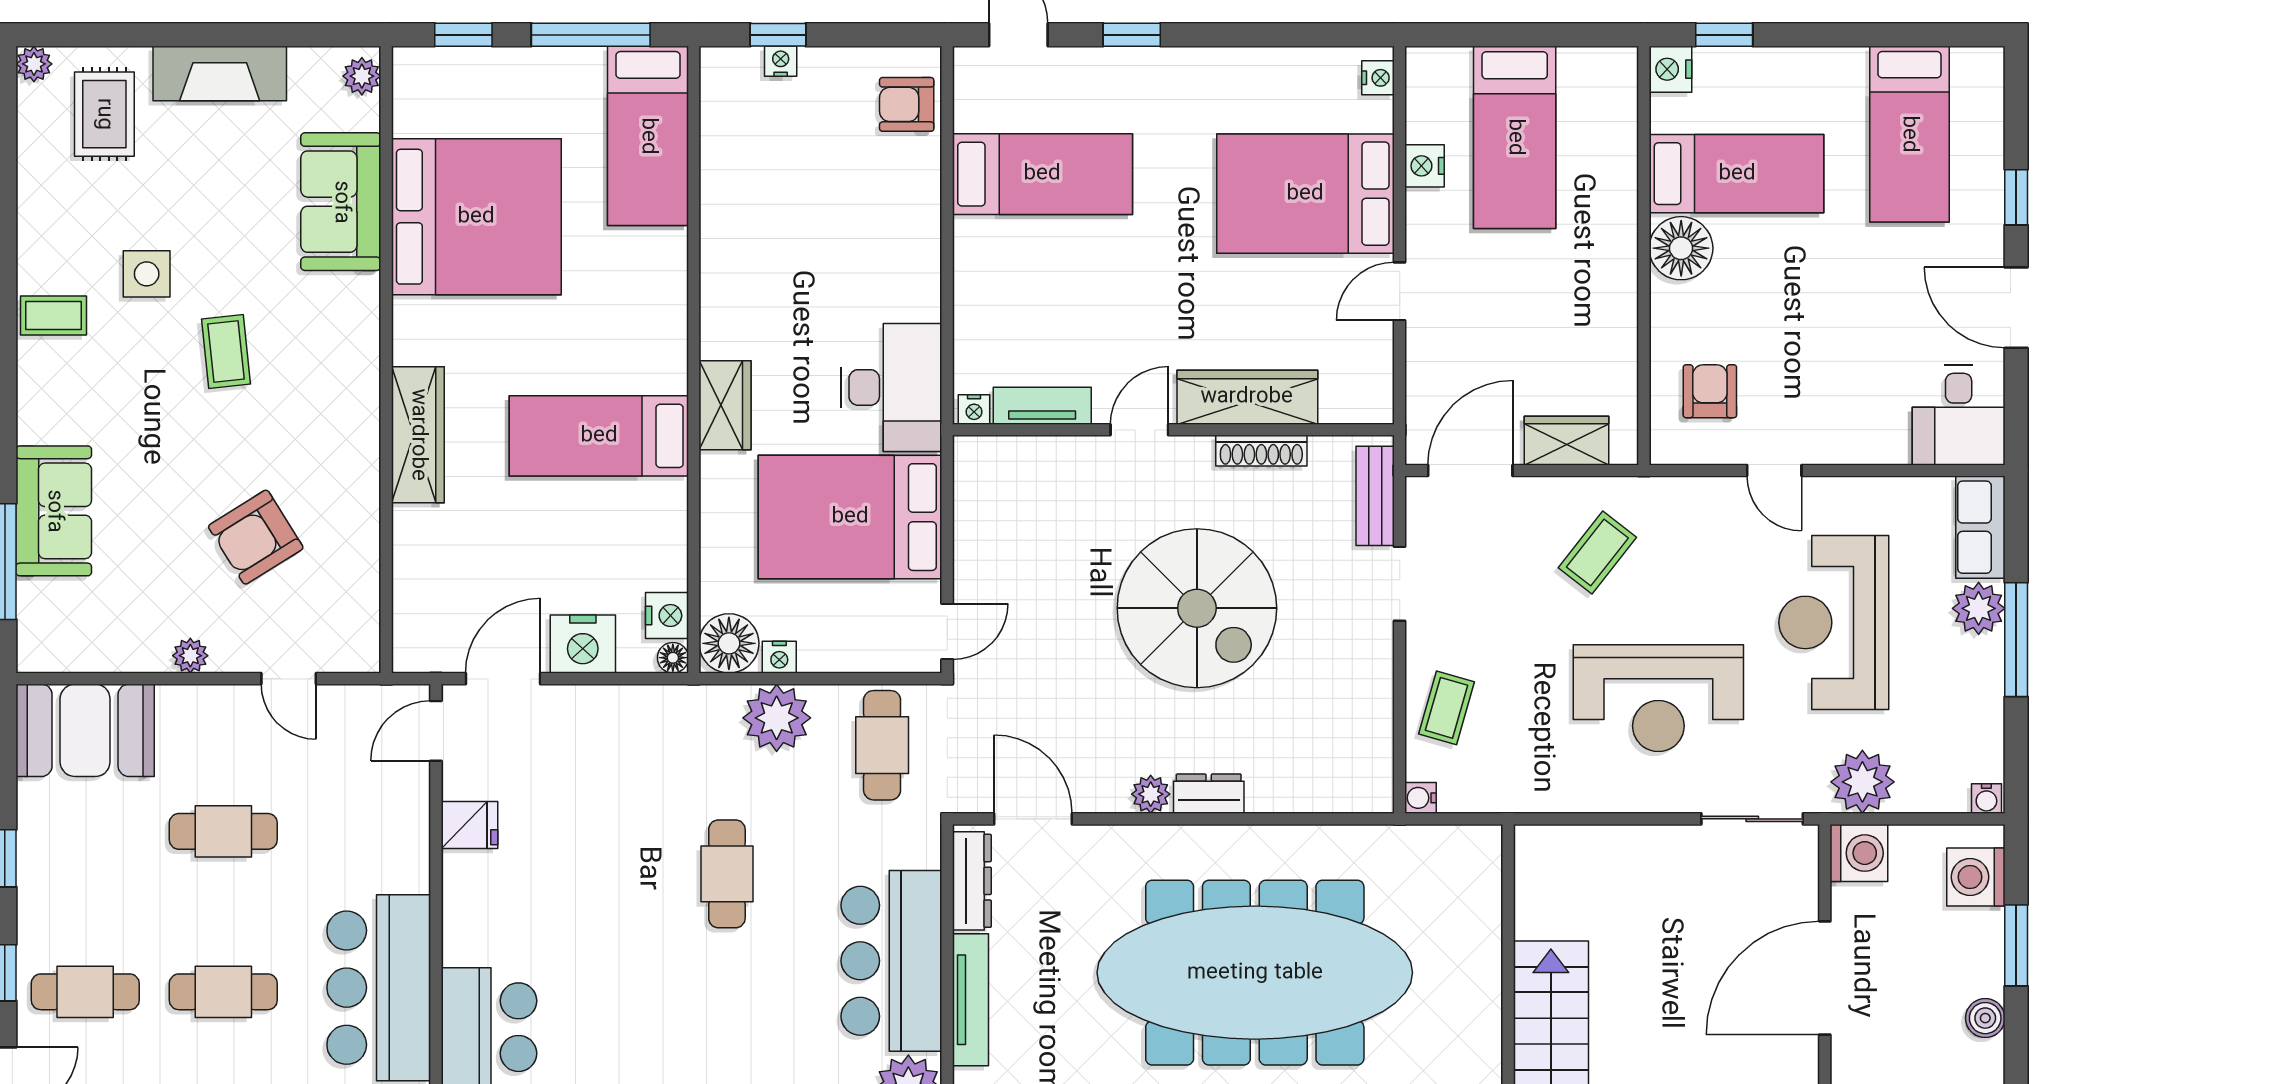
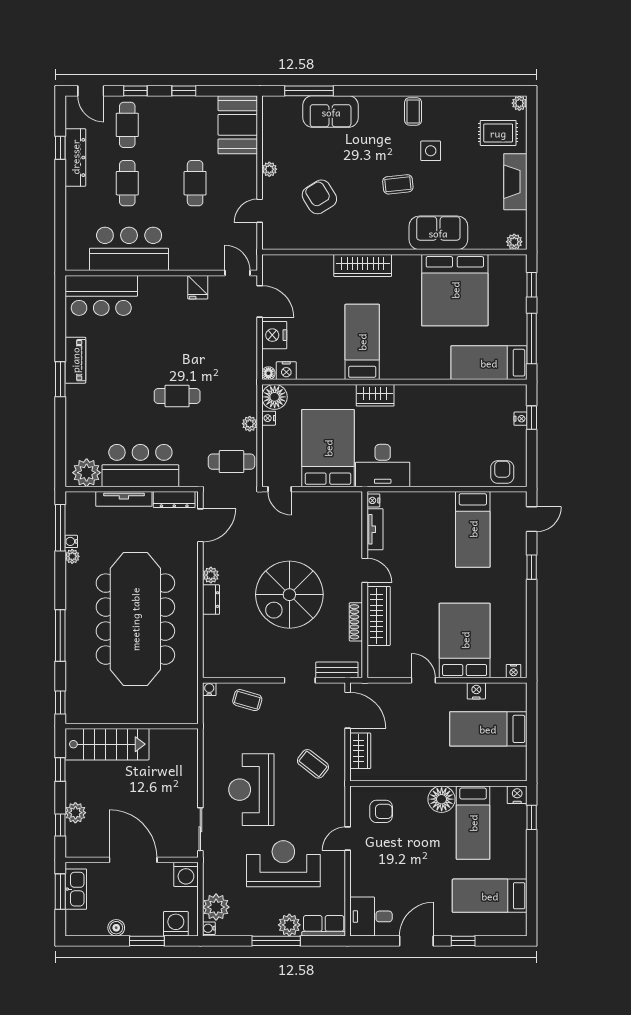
sofa: (341, 202) -> (438, 233), moved
plant: (777, 718) -> (250, 424), width x0.53, depth x0.53
plant: (1862, 782) -> (216, 907), moved

